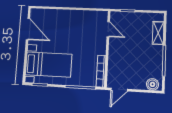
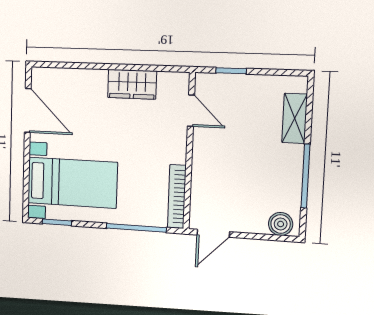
wardrobe: (80, 17) -> (132, 84), added

